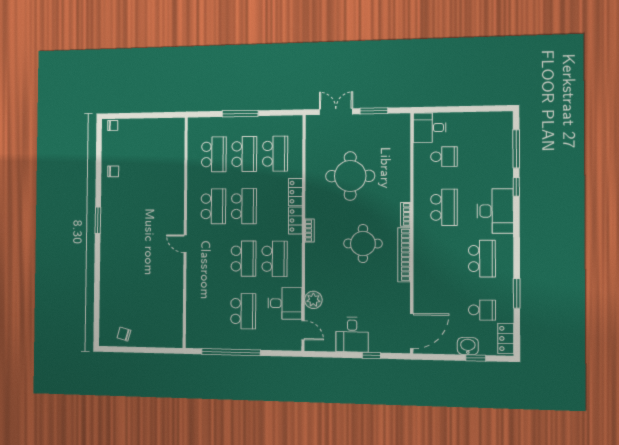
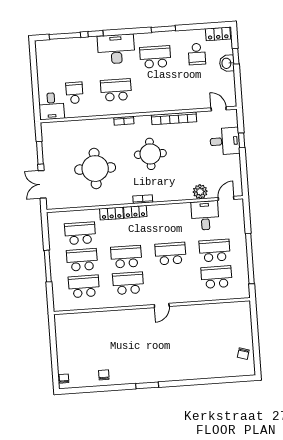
bookcase: (404, 255) -> (174, 118), moved
school desk: (274, 259) -> (217, 277), moved
window: (517, 293) -> (163, 29), moved
school desk: (482, 310) -> (197, 54), turned 180
door: (412, 331) -> (219, 109), width x0.53
desk: (352, 335) -> (225, 141), moved

